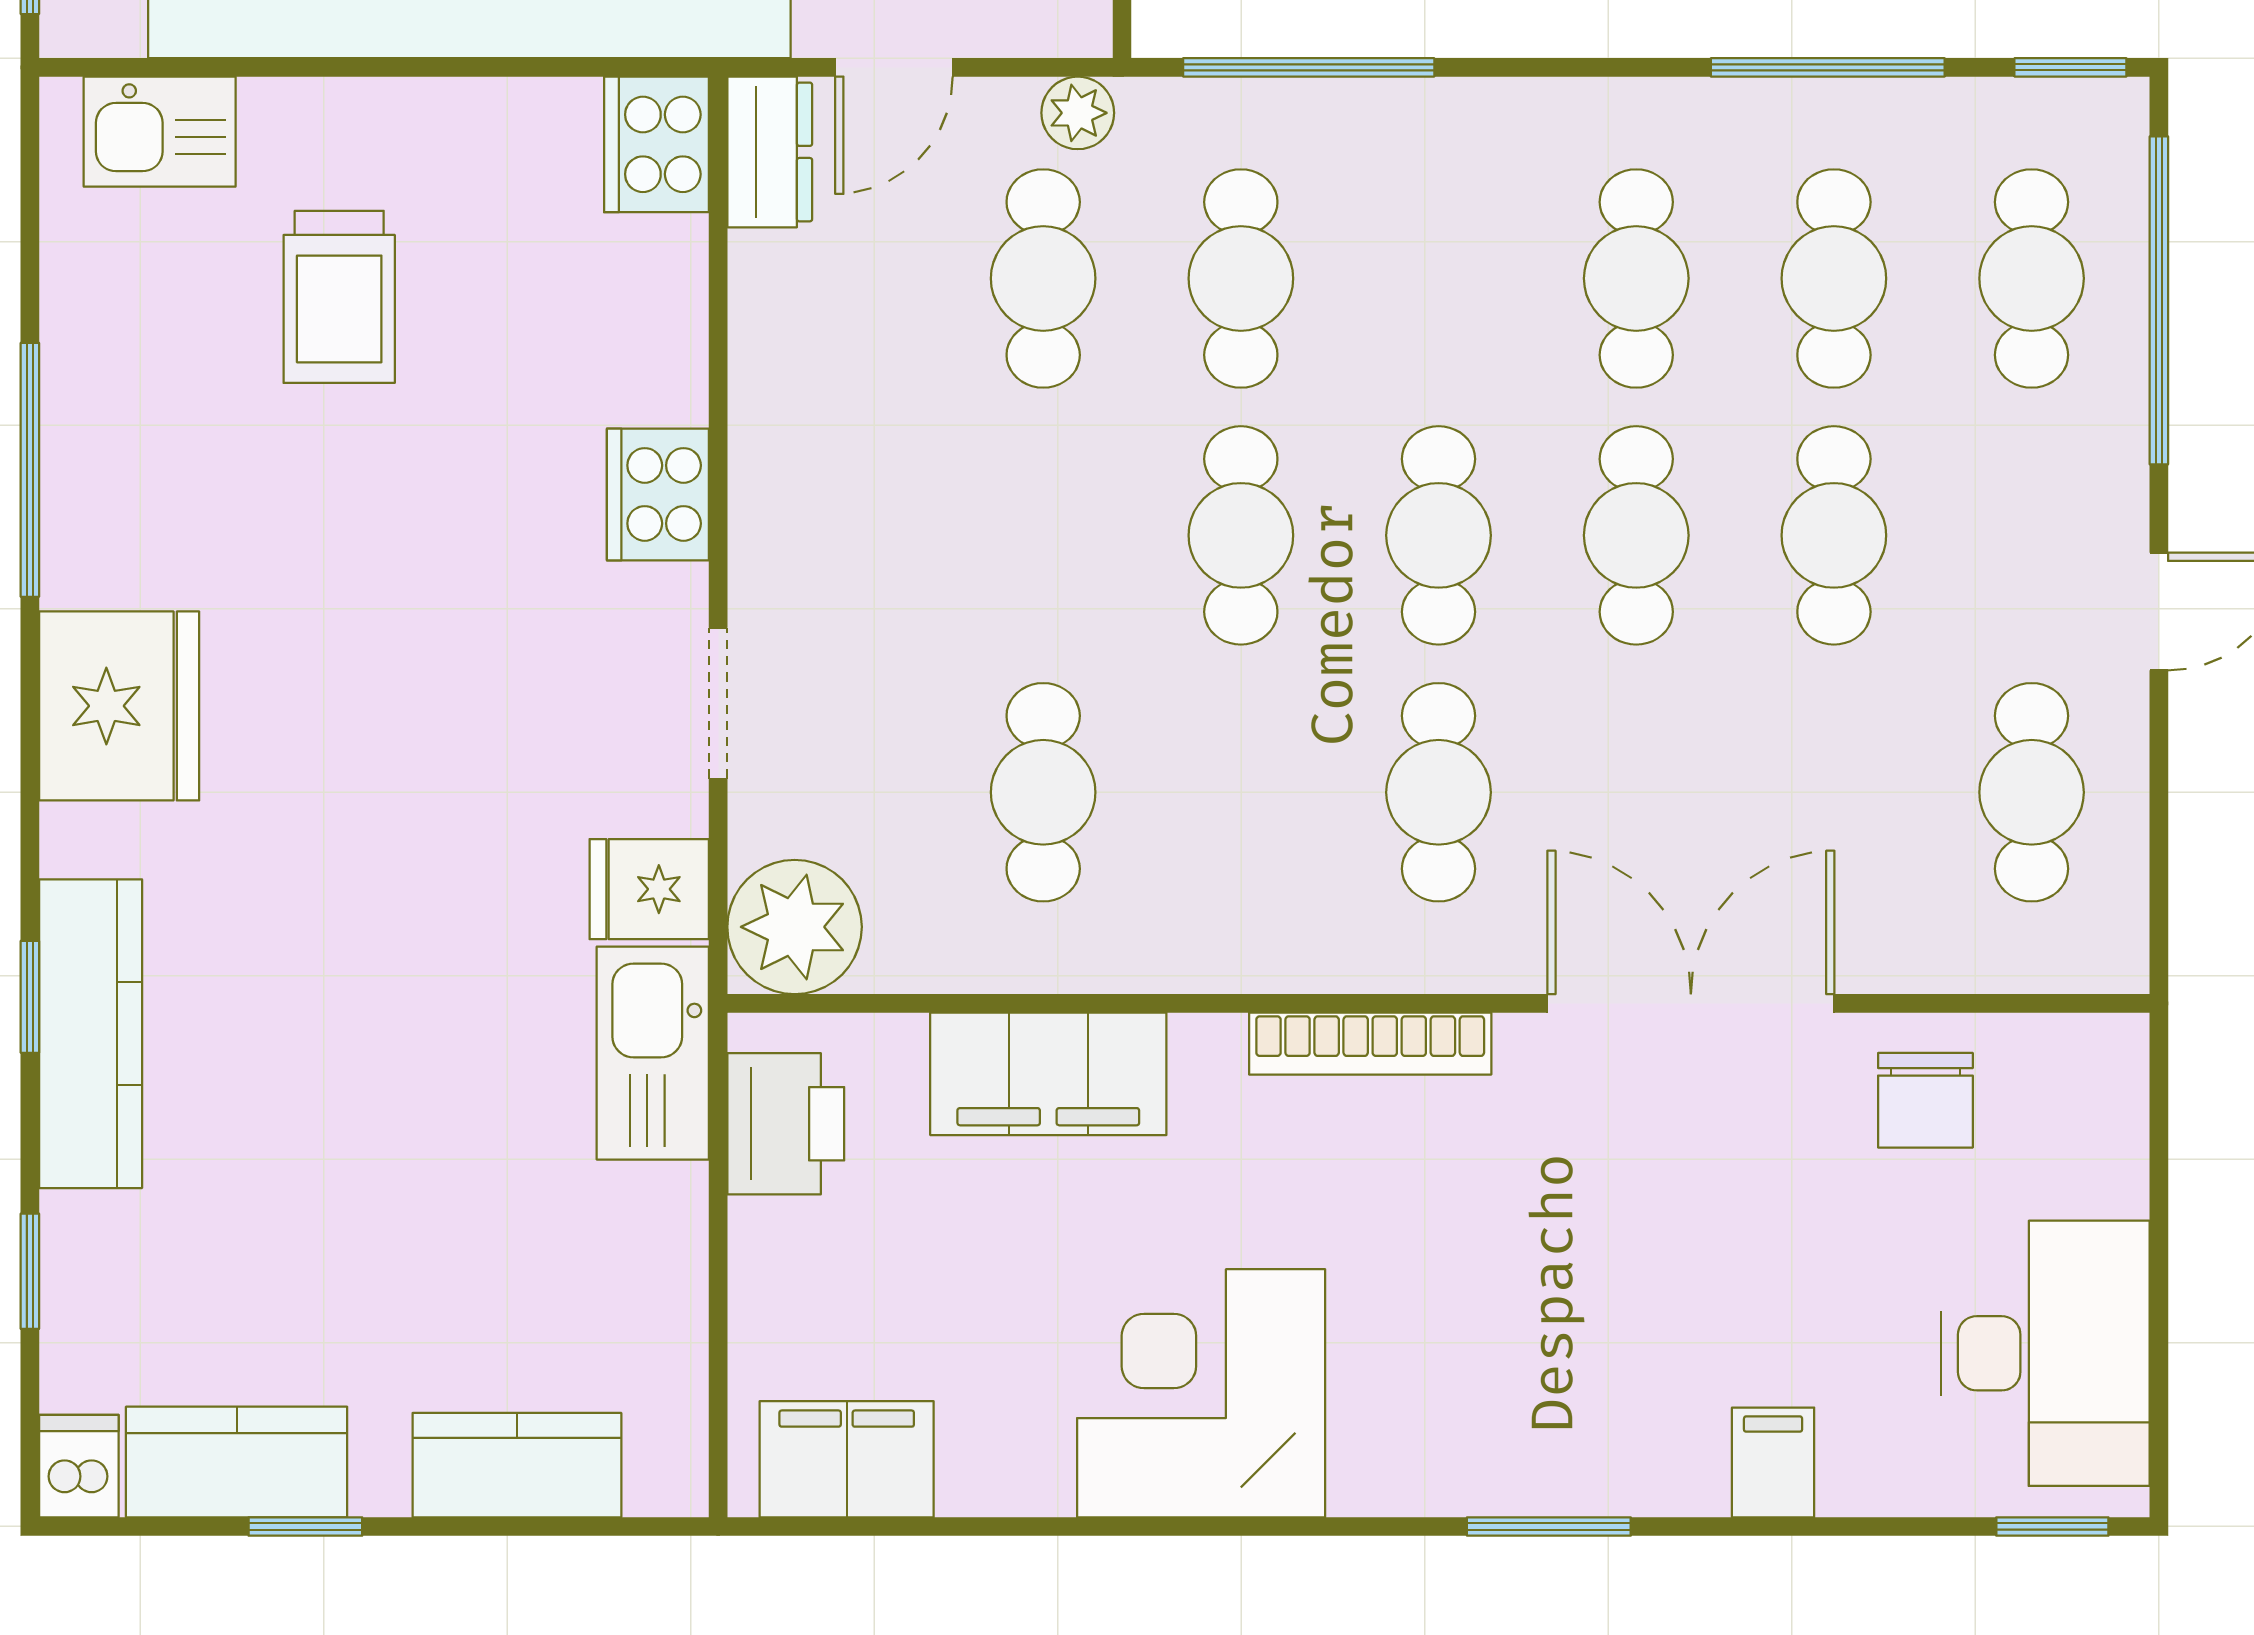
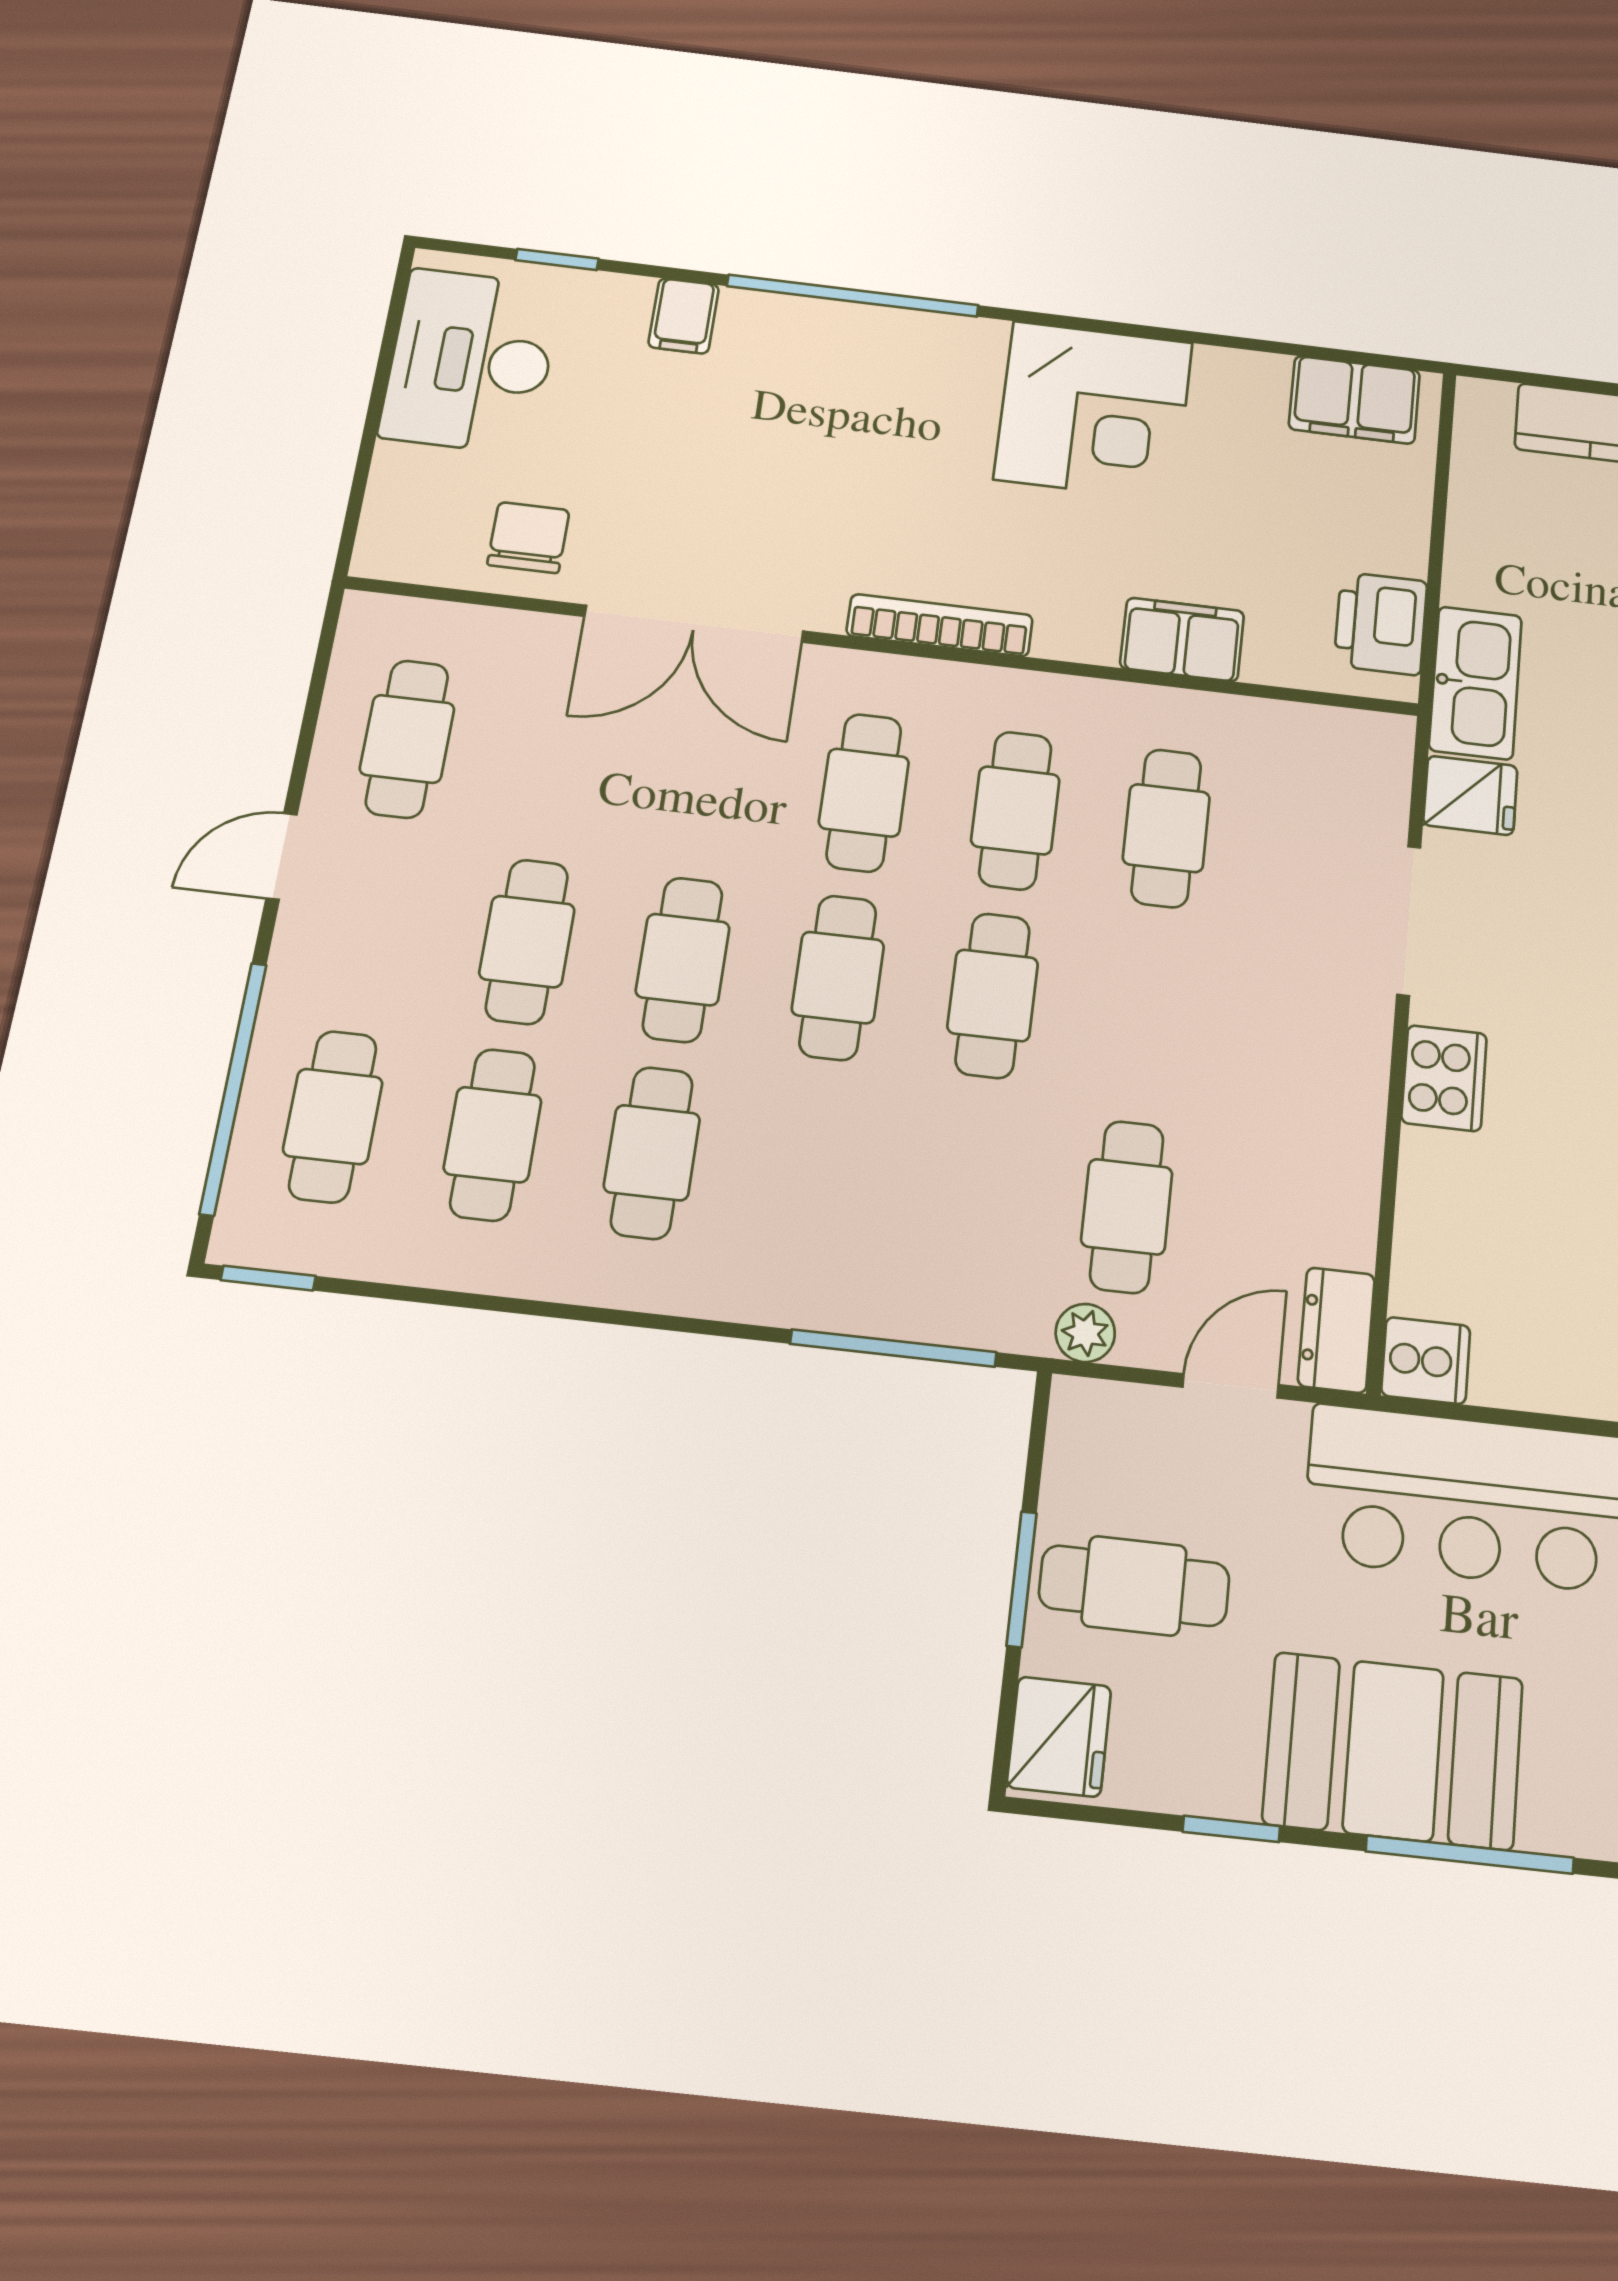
window: (1828, 67) -> (468, 1300), removed
cooker: (657, 144) -> (1426, 1361), width x0.73
cafe table: (1241, 278) -> (1015, 810), moved
doorway: (718, 703) -> (1409, 921), width x1.38
plant: (795, 927) -> (1363, 756), removed
filing cabinet: (1048, 1074) -> (1182, 640), width x0.67, depth x0.86
window: (1549, 1526) -> (853, 296), width x2.11
window: (2052, 1526) -> (557, 259), moved

